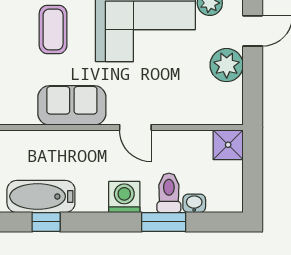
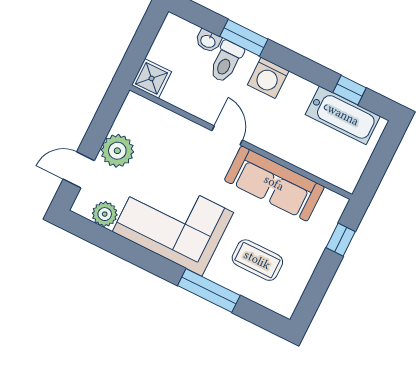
coffee table: (53, 29) -> (257, 260), turned 90
sofa: (72, 105) -> (274, 183), width x1.36

